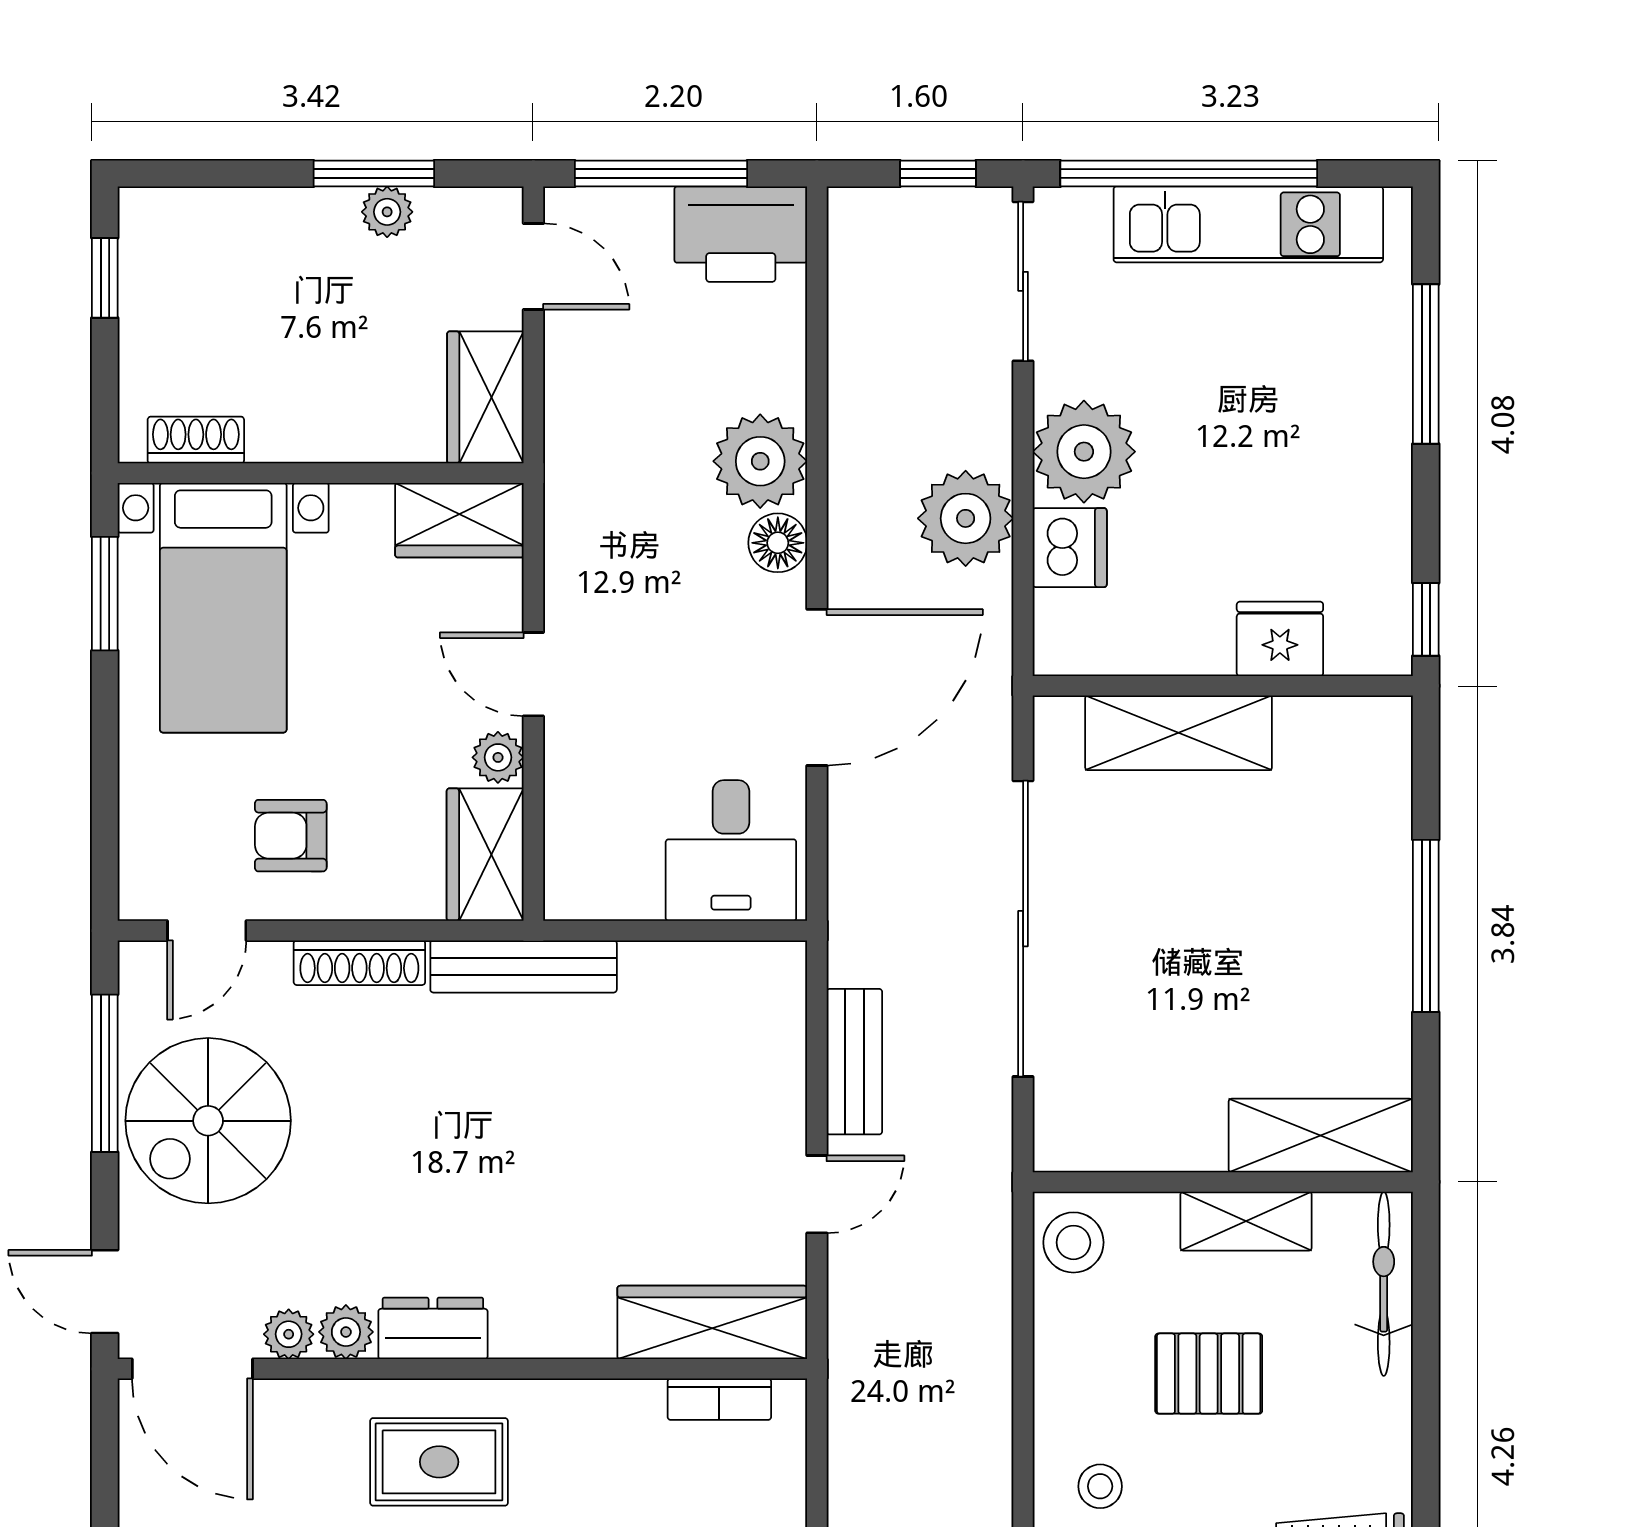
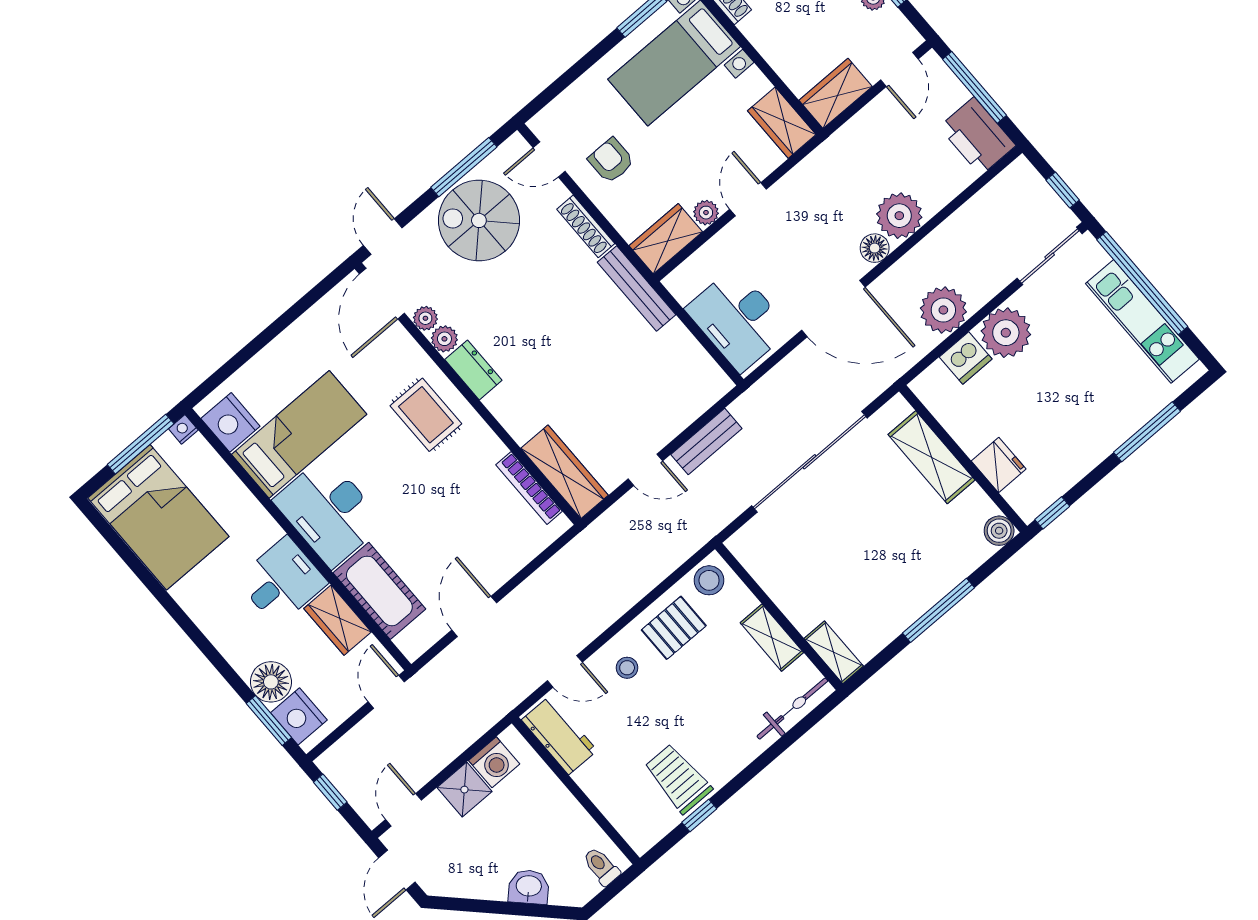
boiler: (1383, 726) -> (999, 531), added
desk: (731, 851) -> (738, 320), width x1.37
shelving: (1321, 1136) -> (834, 652), width x0.67, depth x0.75
pallet: (1209, 1374) -> (674, 628), moved, turned 90
bookcase: (719, 1399) -> (529, 488), width x1.56

